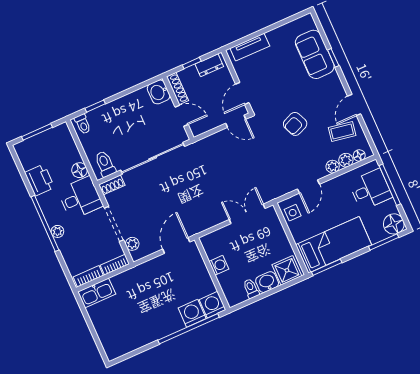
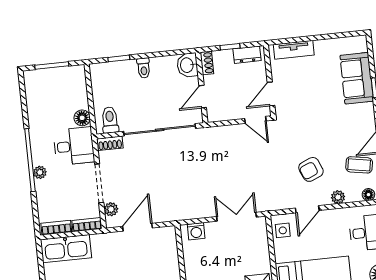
shoe rack: (177, 89) -> (207, 63), width x0.70
door: (182, 116) -> (203, 97), swing flipped
toilet: (83, 124) -> (144, 68), moved
armchair: (295, 124) -> (311, 169), moved
plant: (346, 160) -> (353, 195), removed
printer: (40, 180) -> (39, 115), removed
door: (176, 245) -> (137, 227), moved
washing machine: (219, 265) -> (196, 231), moved, turned 90
kitchen sink: (97, 293) -> (66, 249), width x1.36, depth x1.24

